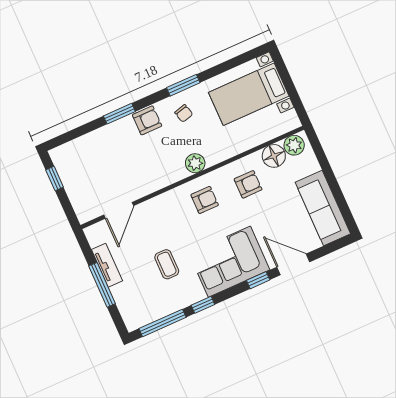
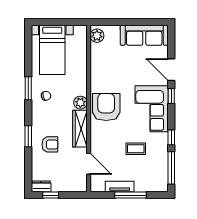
armchair: (147, 120) -> (50, 144), moved, turned 90
floor lamp: (274, 156) -> (98, 51), removed
dresser: (60, 161) -> (41, 186), added
wardrobe: (160, 178) -> (80, 129), added
armchair: (248, 184) -> (109, 75), removed
armchair: (205, 200) -> (106, 107), width x1.88, depth x1.88
door: (293, 264) -> (171, 70), hinge flipped

